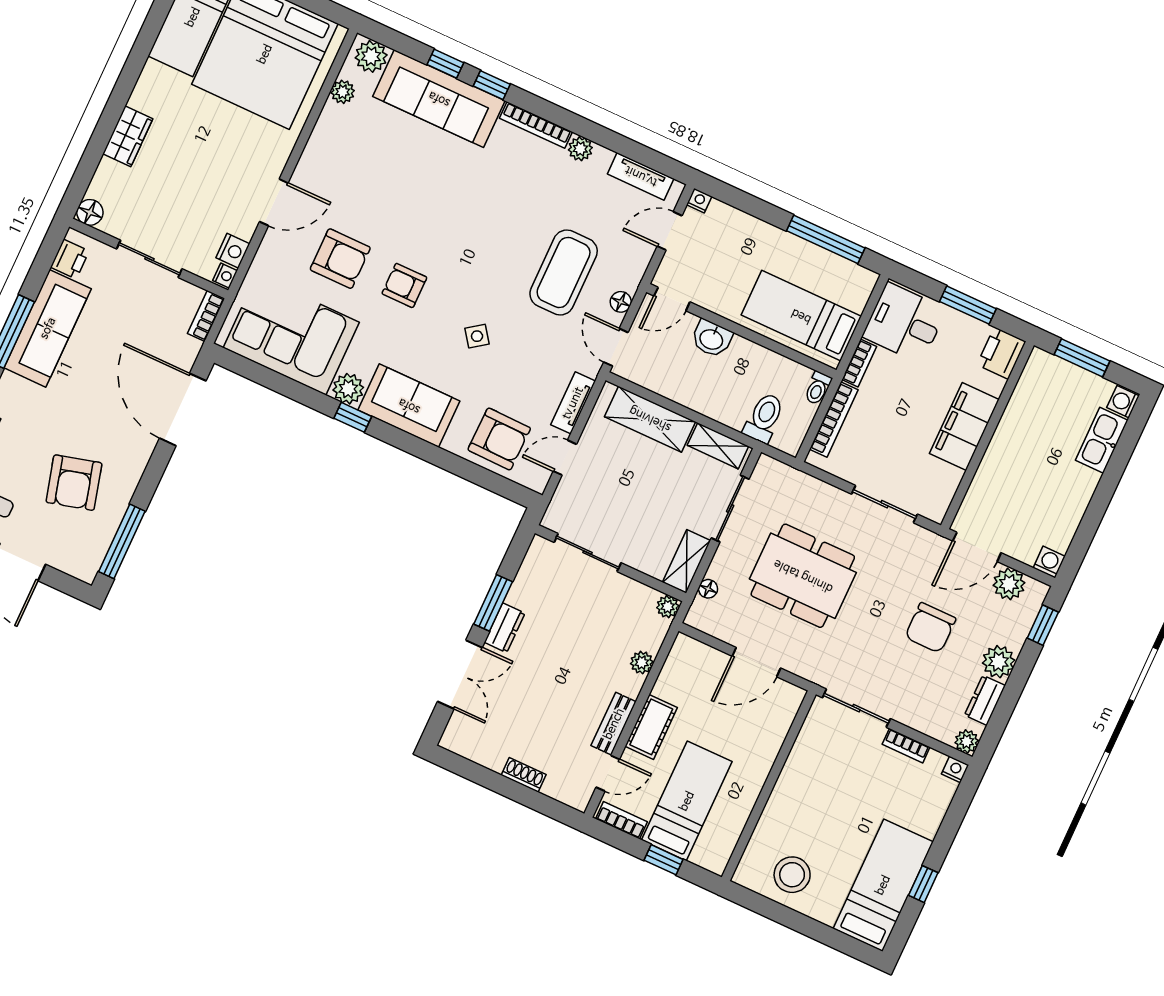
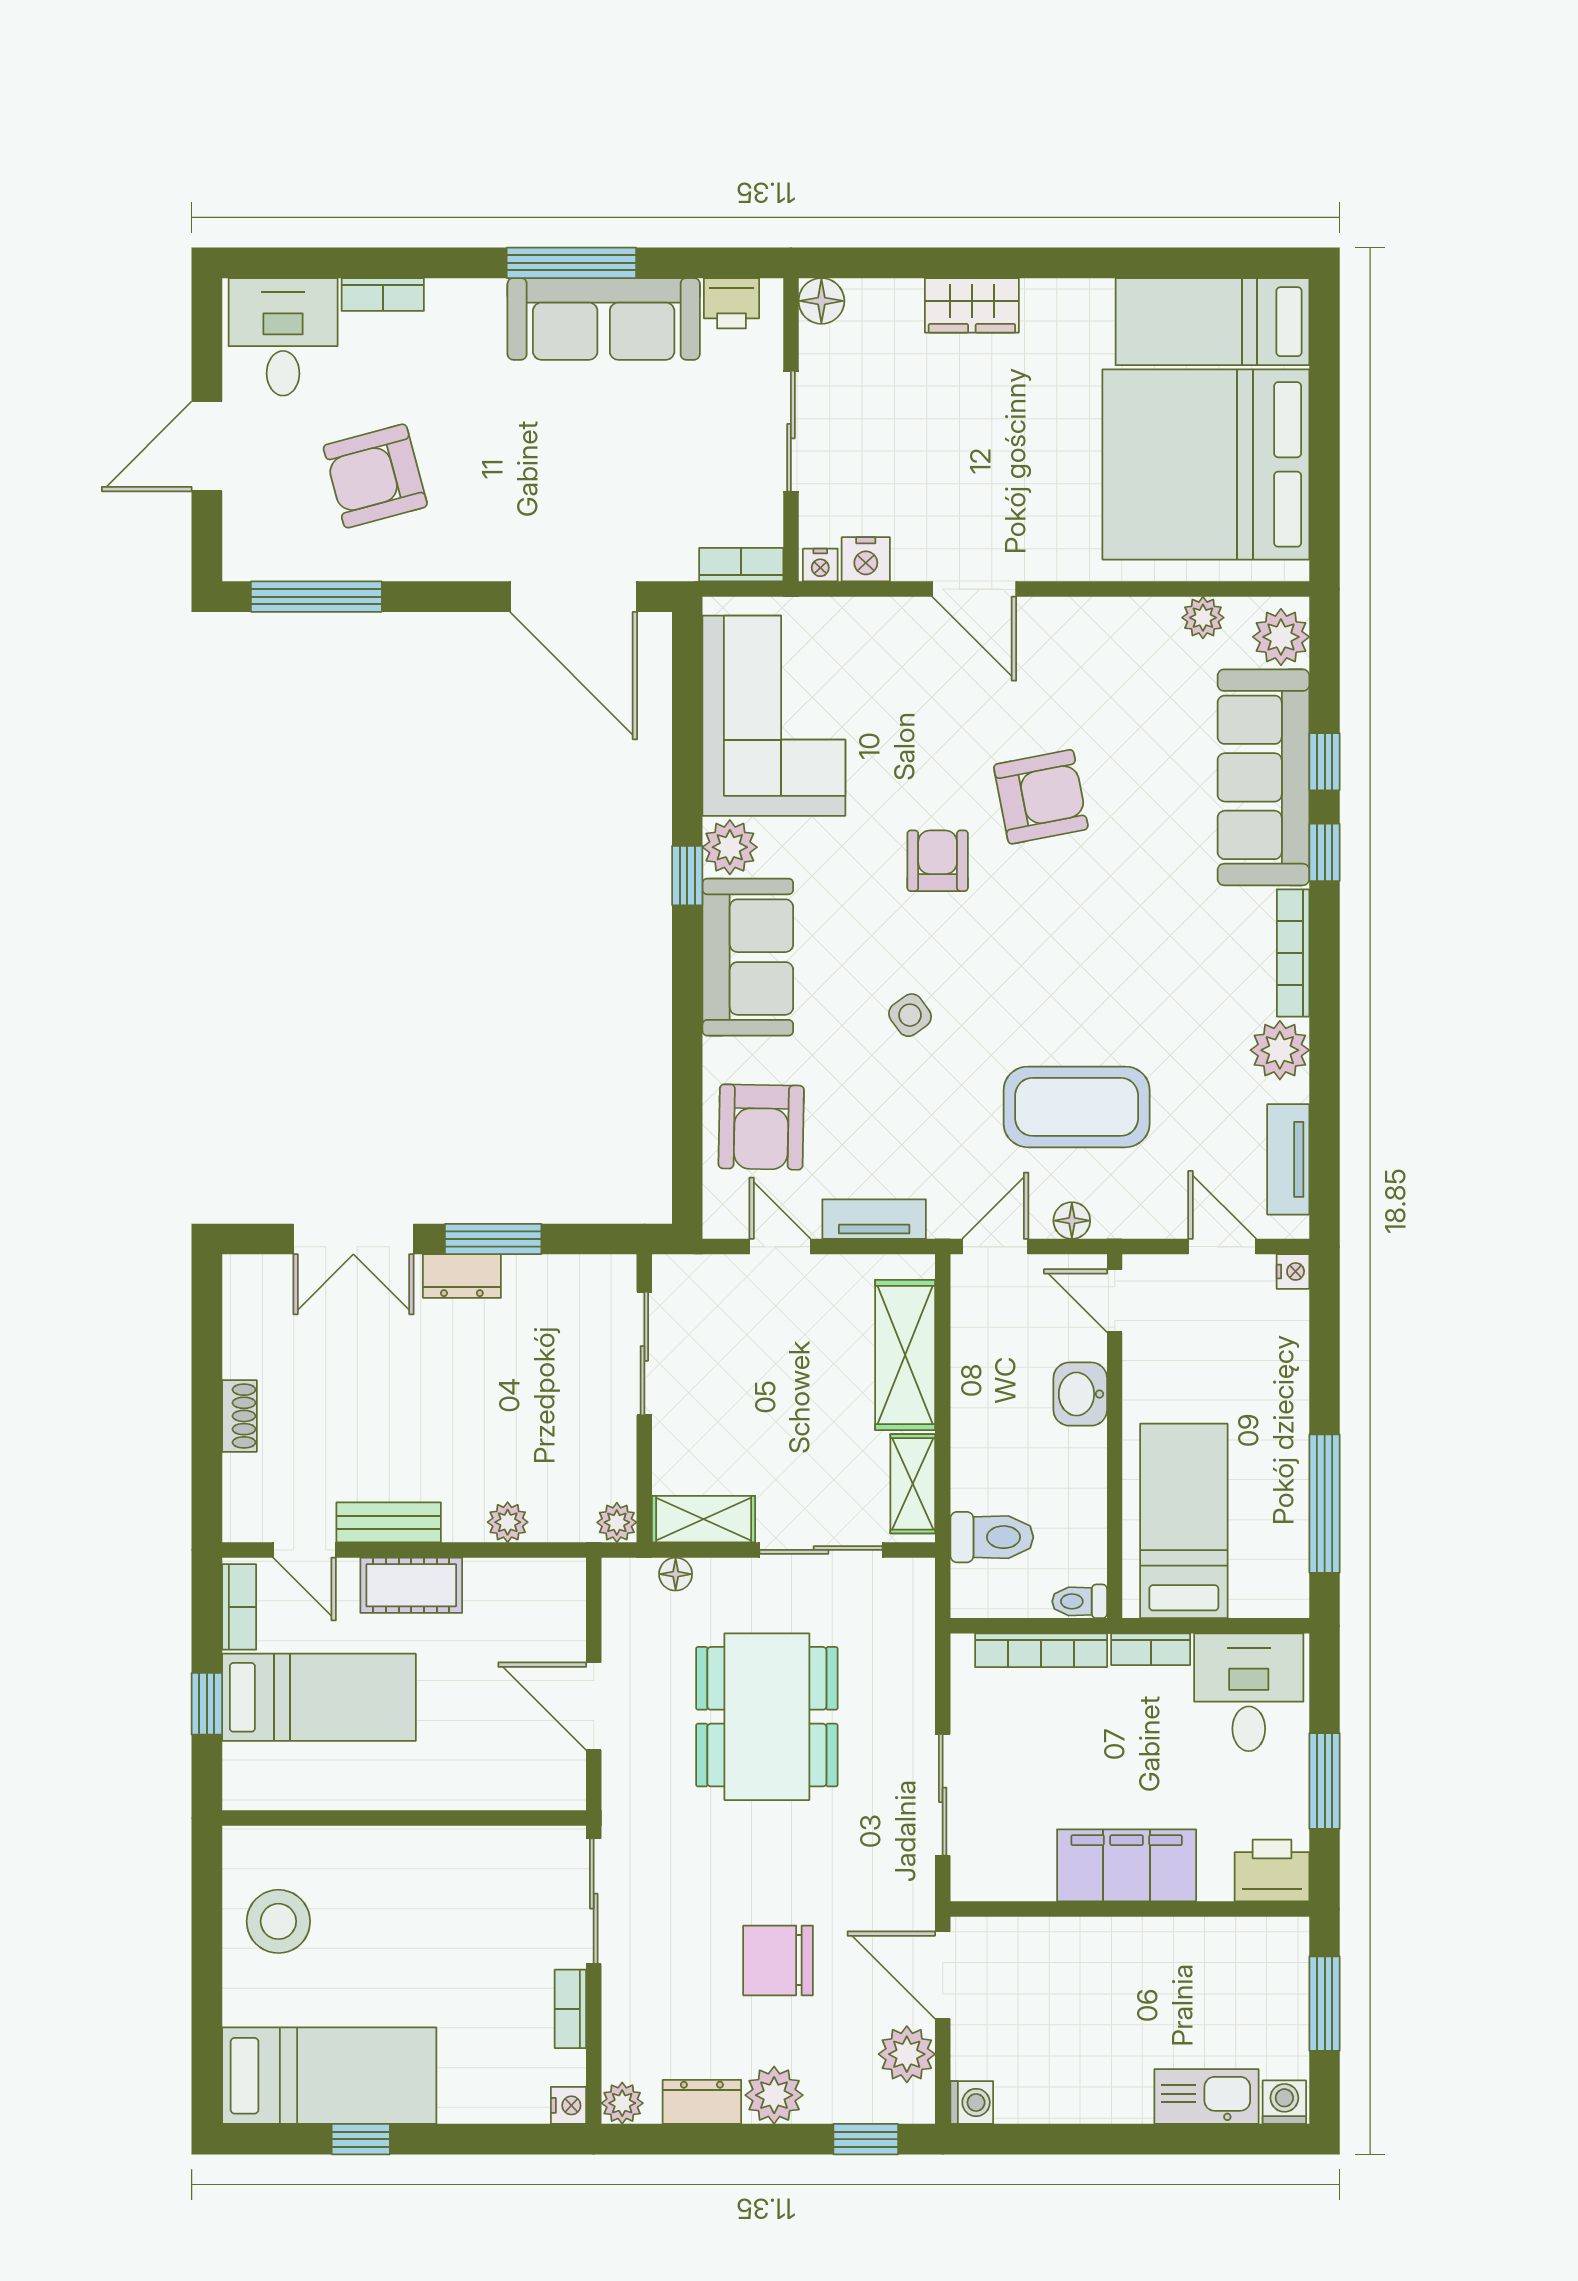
plant: (580, 149) -> (1280, 1050), width x1.38, depth x1.38
armchair: (340, 259) -> (1041, 797), moved, turned -101
door: (183, 410) -> (573, 597), swing flipped

